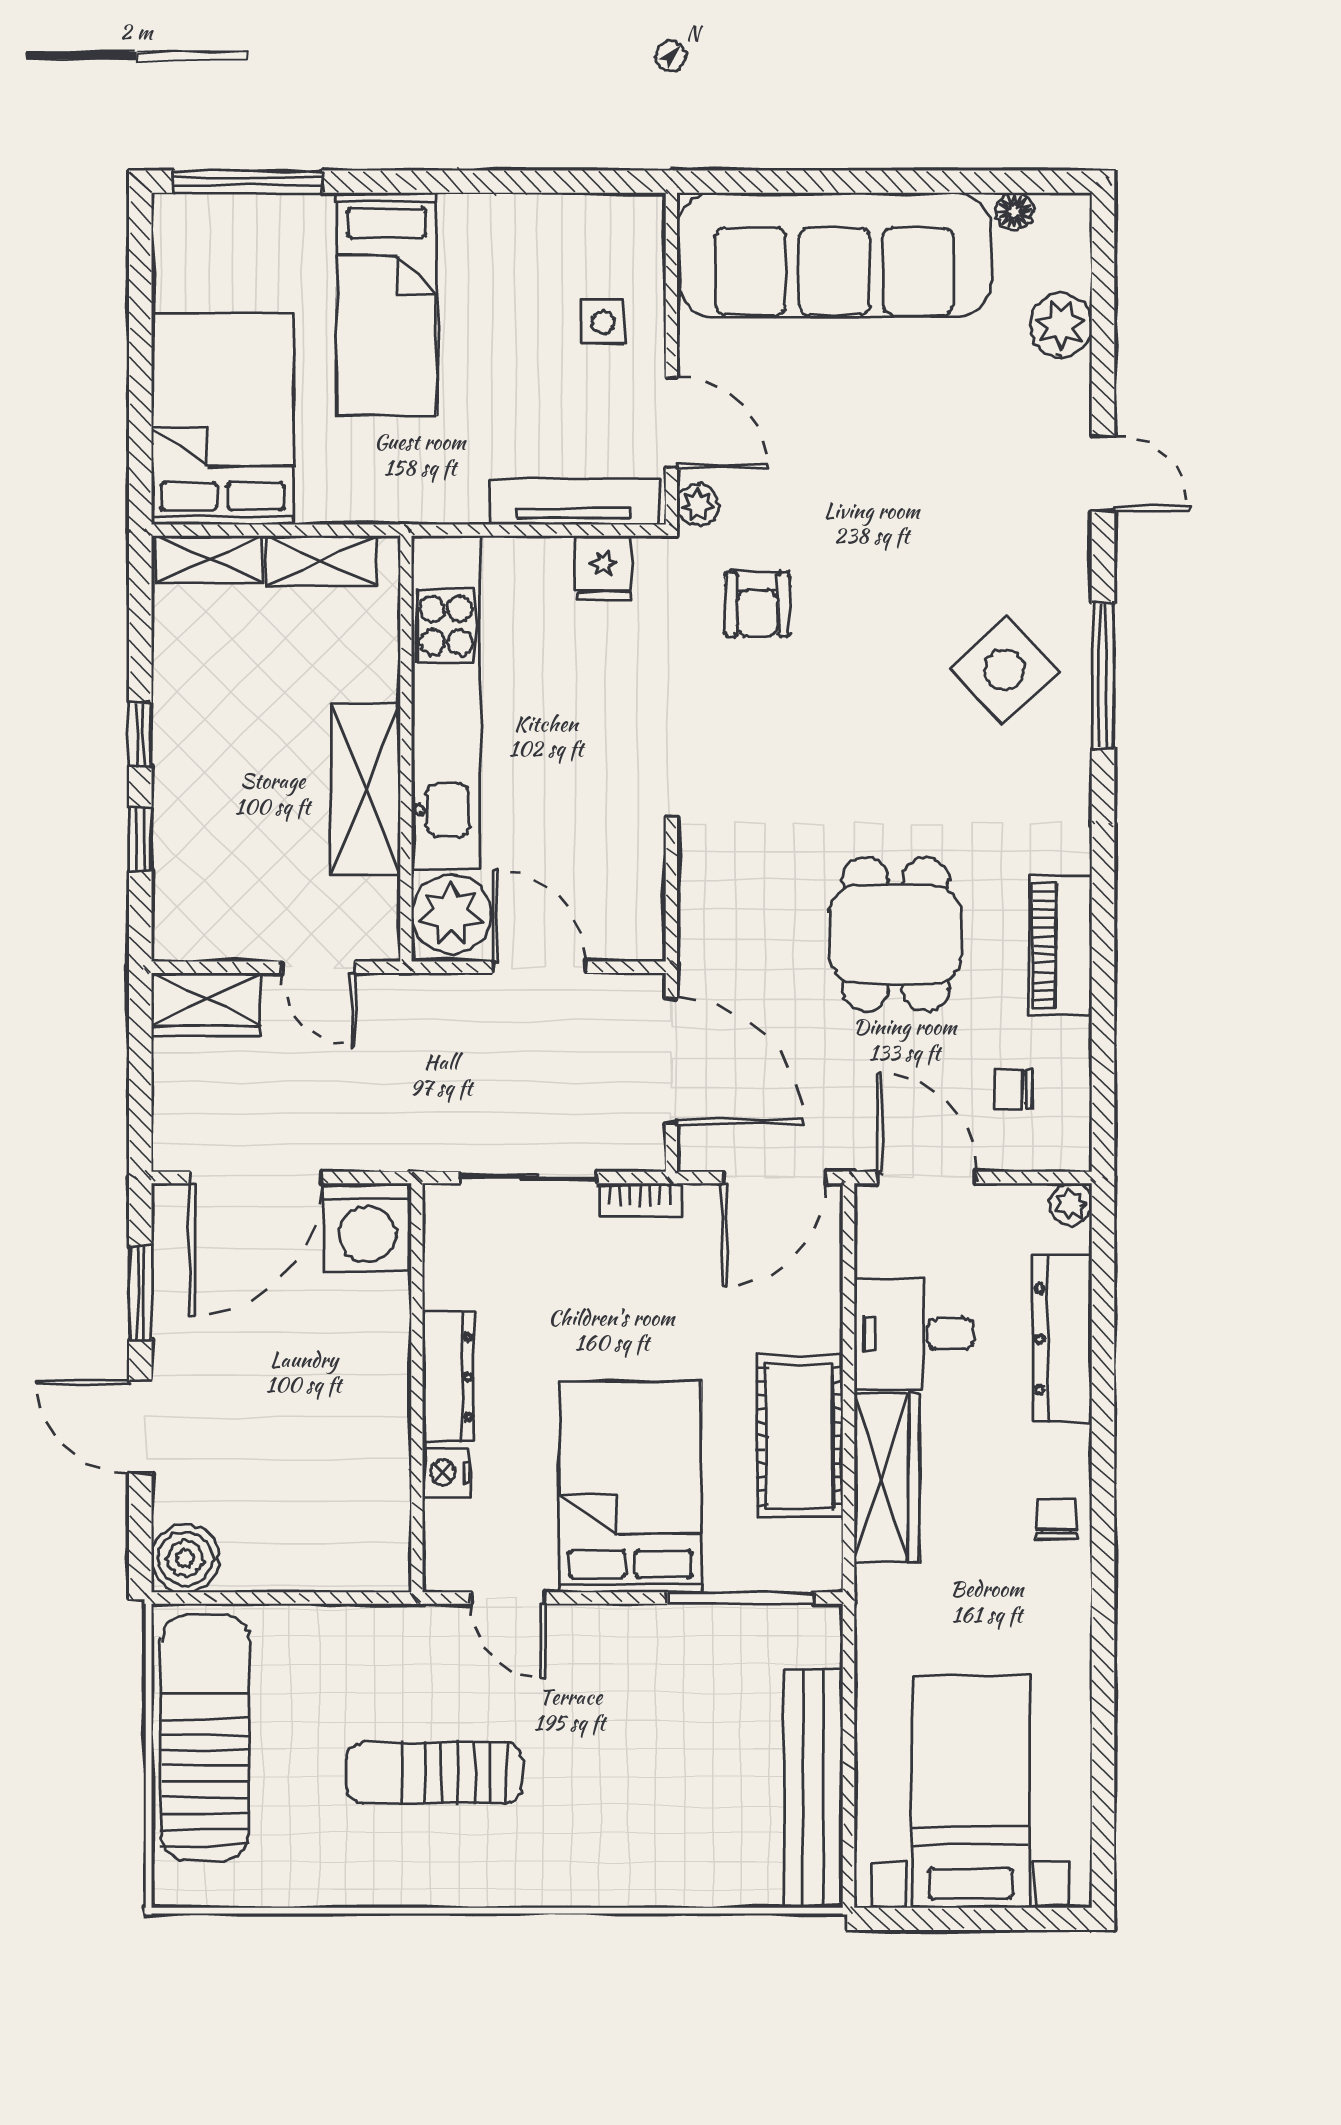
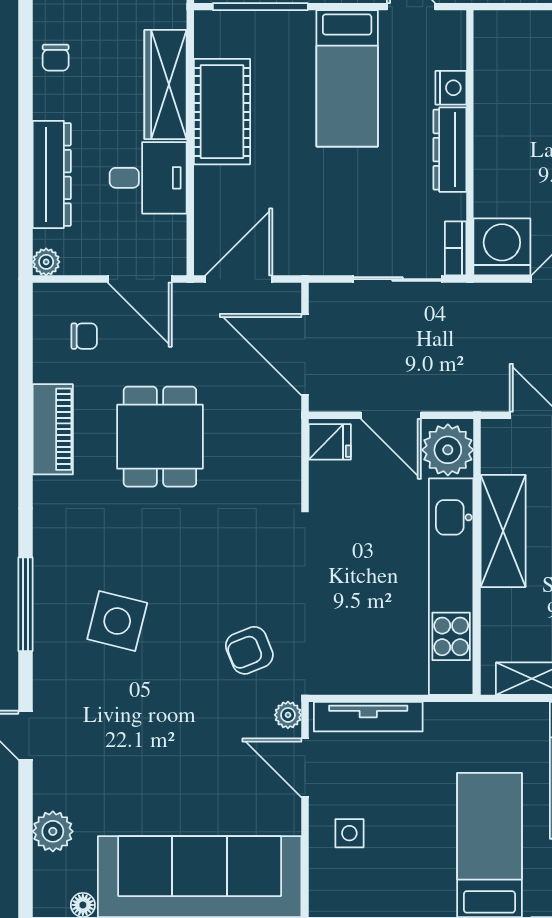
fridge: (603, 568) -> (330, 442), moved, turned 90
armchair: (757, 604) -> (249, 650), turned -112
side table: (1004, 670) -> (117, 621), moved, turned -33
bookcase: (640, 1200) -> (456, 248), moved, turned -90
bed: (630, 1487) -> (347, 78), width x0.67

